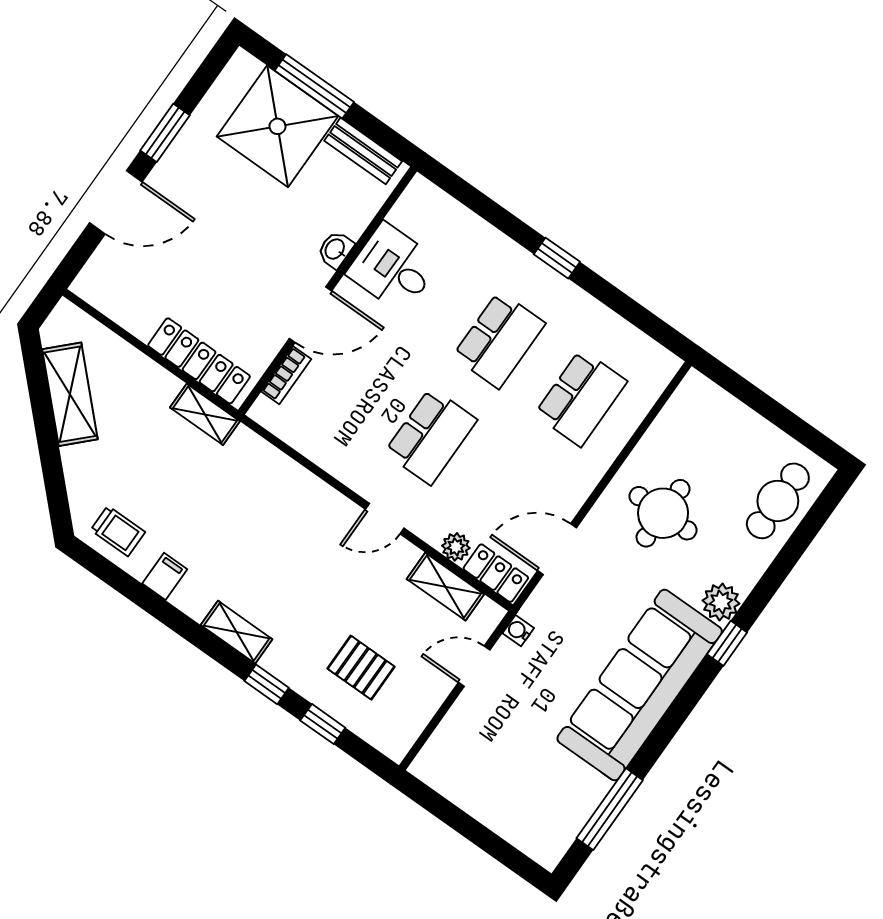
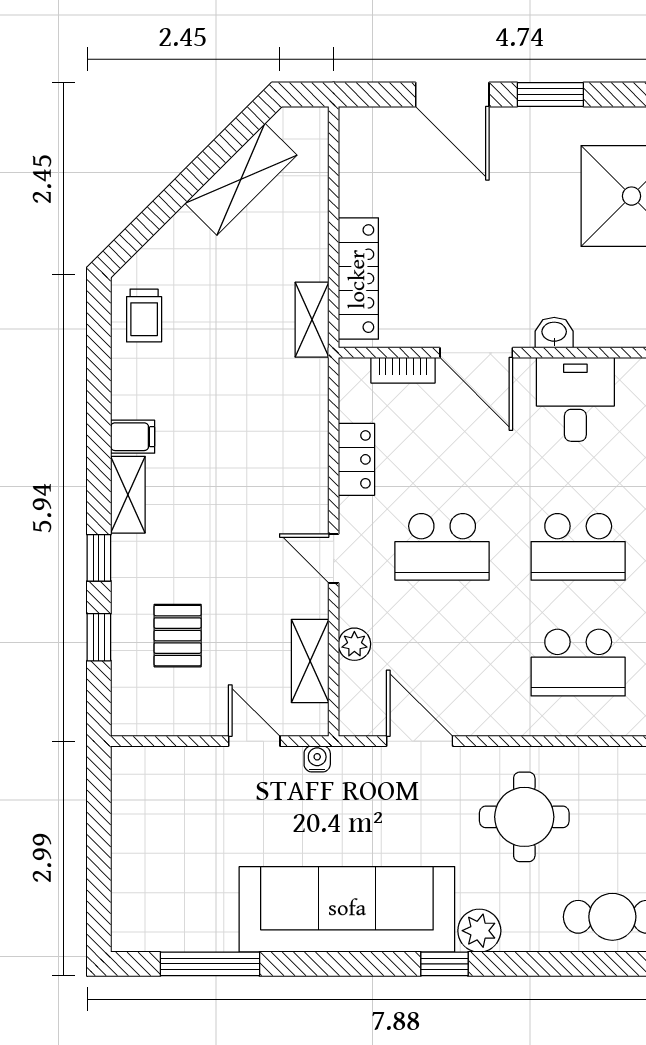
locker: (496, 573) -> (356, 459), moved
filing cabinet: (165, 576) -> (133, 437), moved

